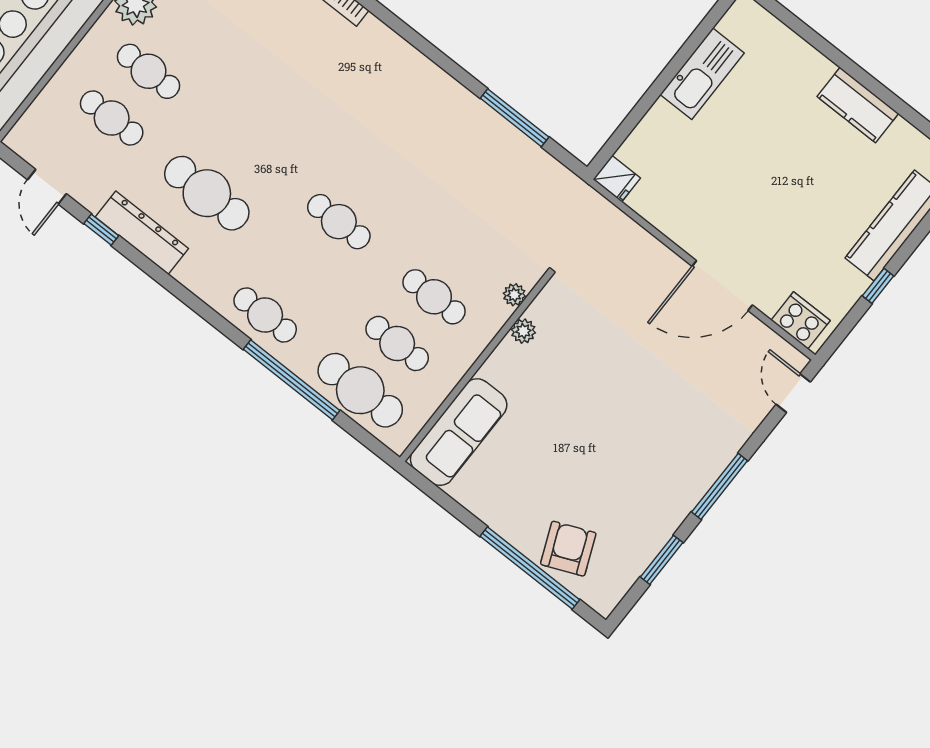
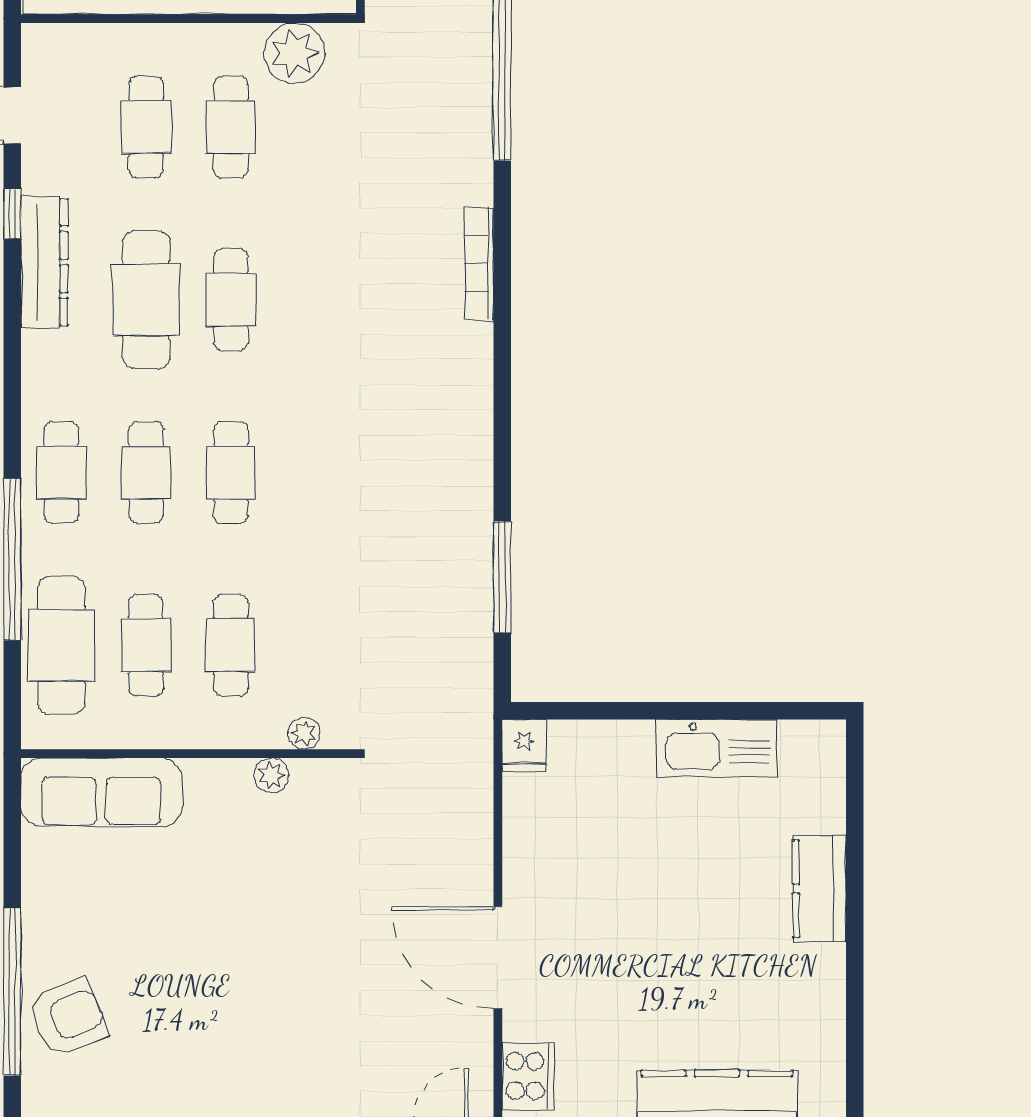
kitchen counter: (858, 105) -> (819, 889), moved
cafe table: (244, 146) -> (231, 300), added
cafe table: (302, 268) -> (146, 473), added

